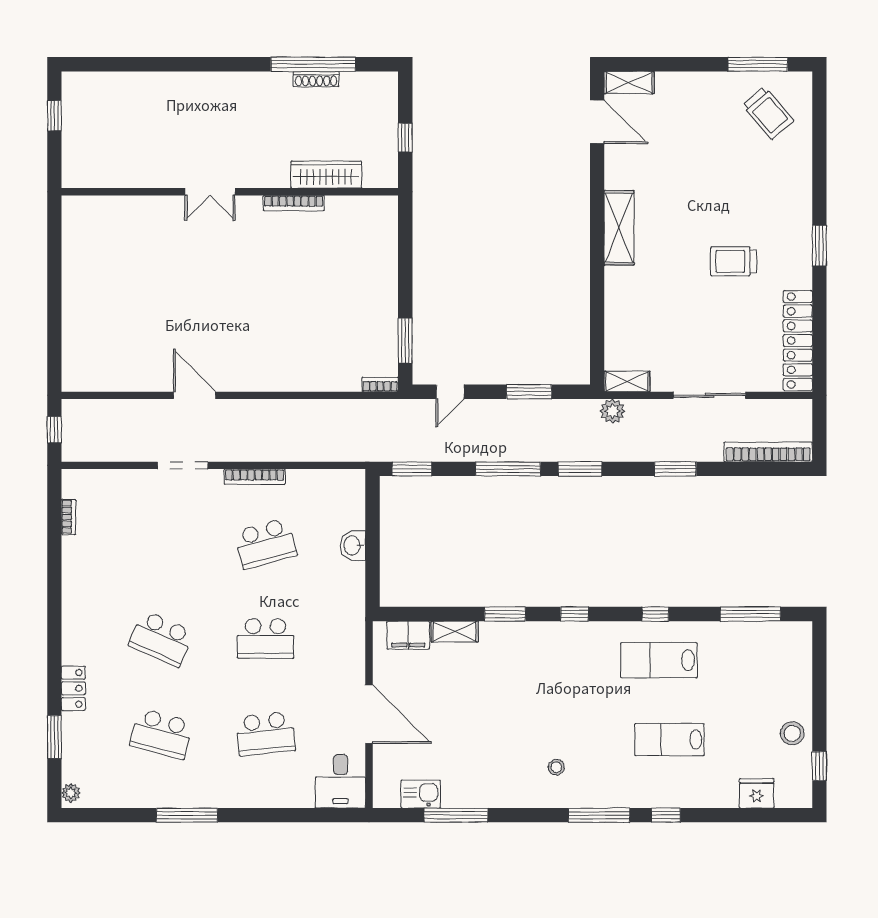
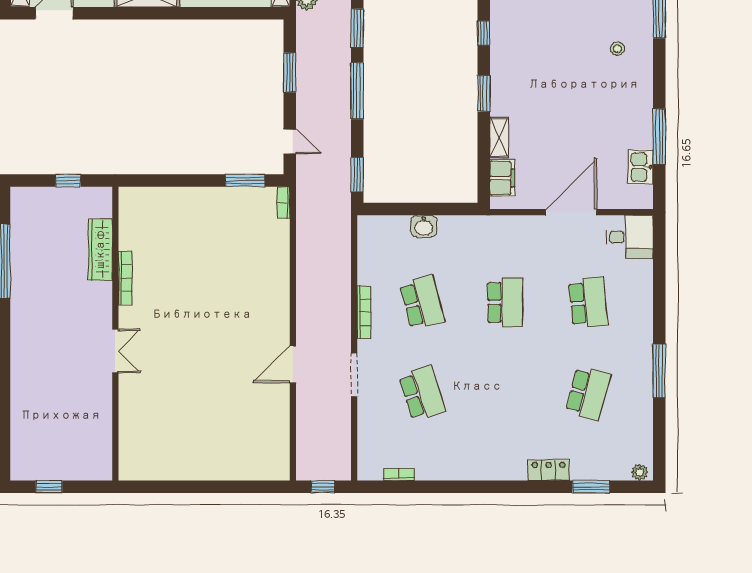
shoe rack: (316, 79) -> (17, 258), removed
school desk: (161, 639) -> (422, 393), moved, turned -42

